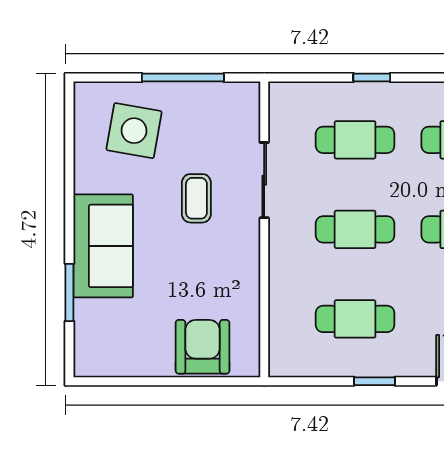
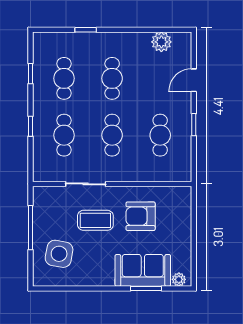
coffee table: (196, 198) -> (95, 220), width x1.36, depth x1.30
sofa: (103, 246) -> (143, 270), moved
armchair: (203, 347) -> (141, 216), moved
plant: (86, 354) -> (179, 279), added

